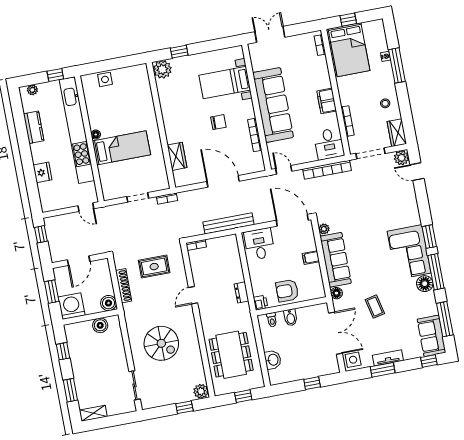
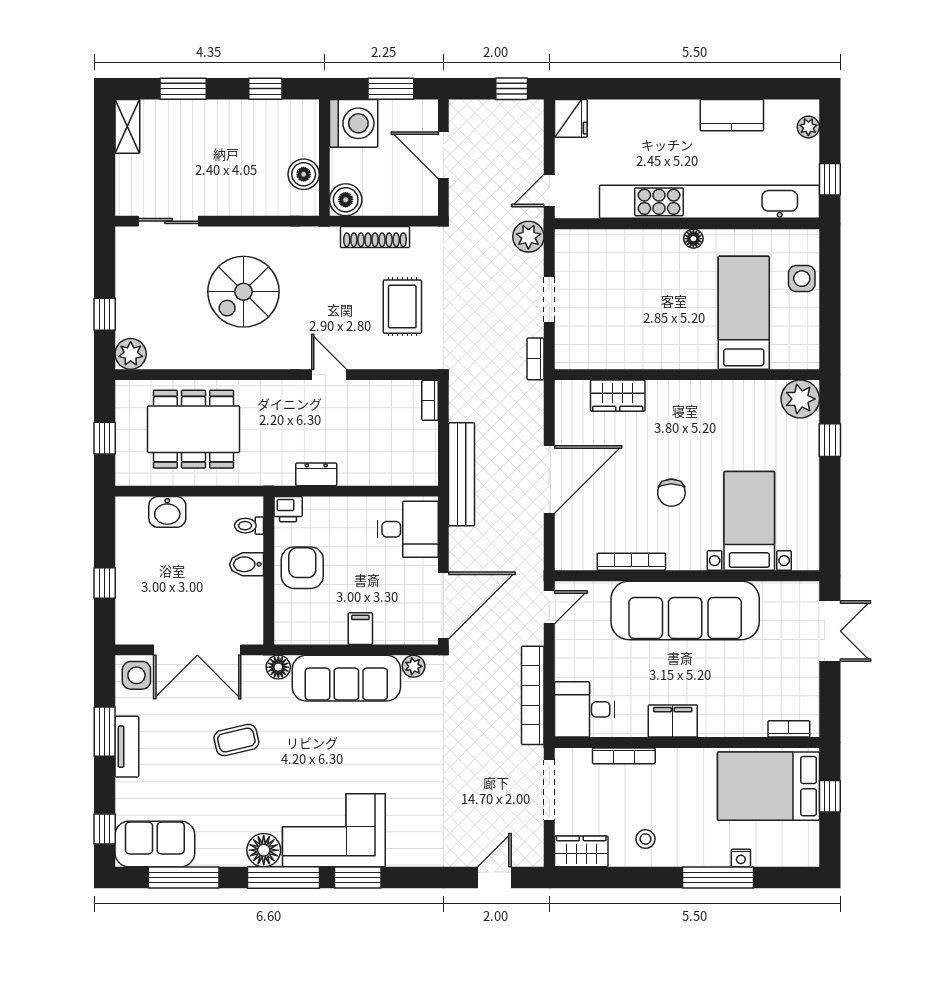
bed: (121, 148) -> (744, 313), moved, turned 180
plant: (402, 158) -> (528, 237), moved
fridge: (42, 172) -> (571, 118), moved, turned -90

